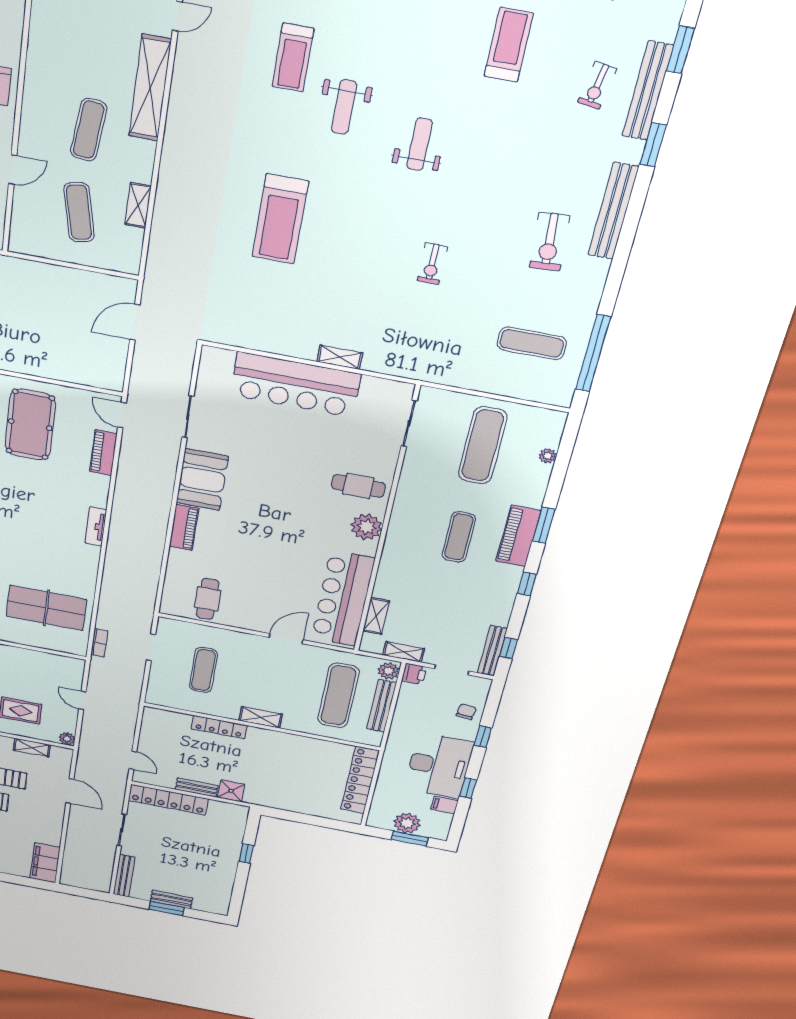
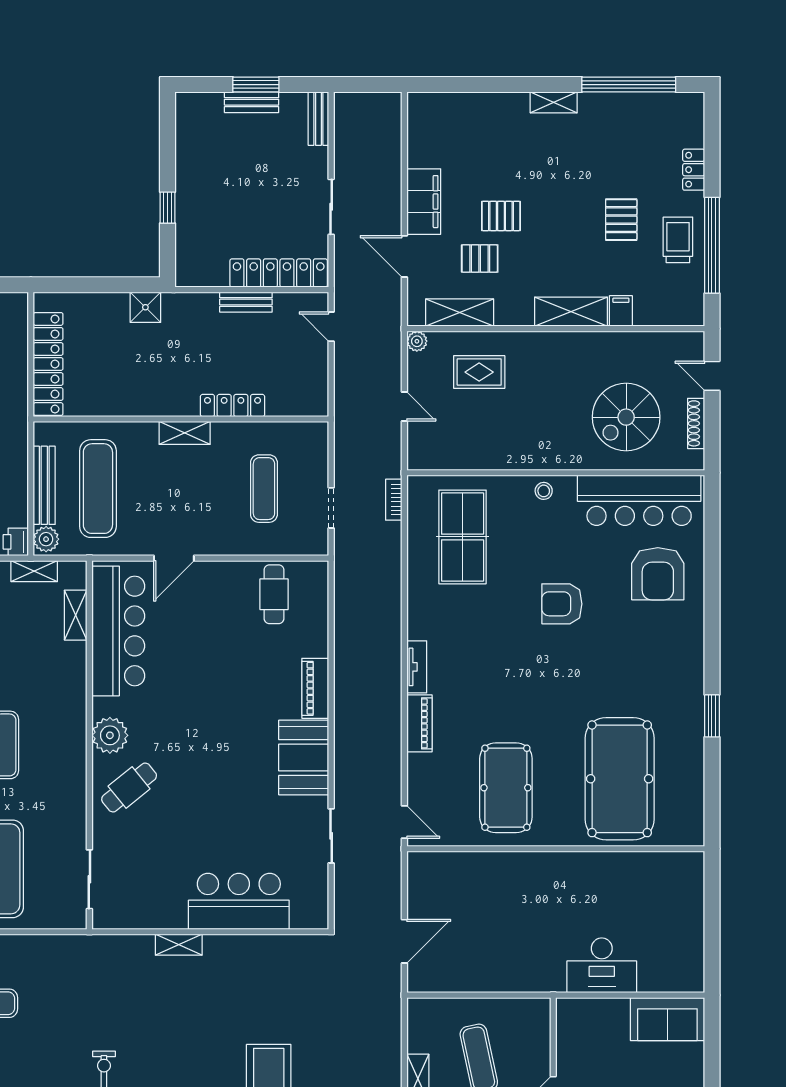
bar counter: (295, 385) -> (239, 901), width x0.73
piano: (103, 453) -> (420, 723), moved
cafe table: (358, 486) -> (129, 787), turned -39
table tennis table: (46, 608) -> (463, 537), turned 90
shelving: (32, 748) -> (460, 313), width x1.50, depth x1.33
shower: (231, 791) -> (145, 307), moved
filing cabinet: (45, 863) -> (424, 202), moved
bench: (124, 876) -> (318, 119), width x0.73

